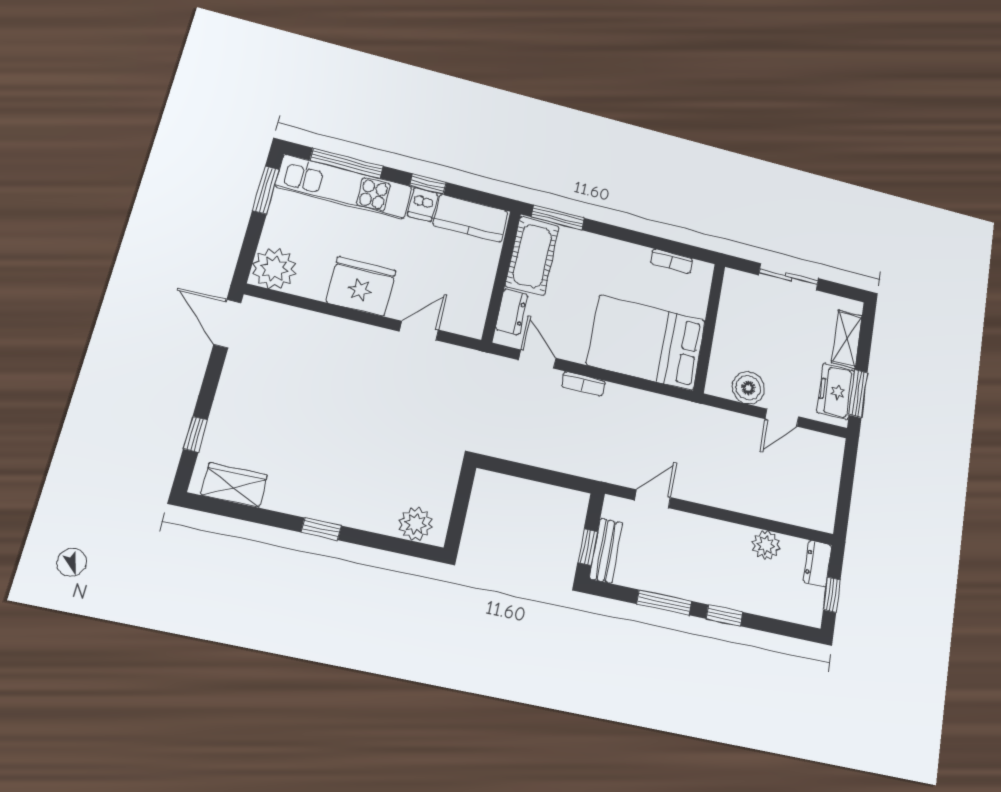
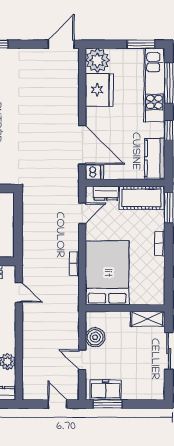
dishwasher: (423, 204) -> (94, 172), moved, turned 180
bookcase: (672, 261) -> (160, 244), moved
fridge: (361, 286) -> (99, 90), moved
door: (419, 331) -> (82, 145), width x1.88
shelving: (847, 339) -> (147, 319), moved
bookcase: (583, 384) -> (74, 264), moved
door: (847, 476) -> (57, 404), added

